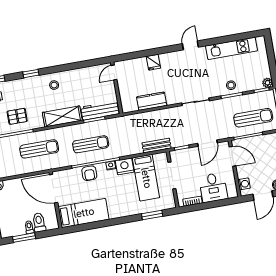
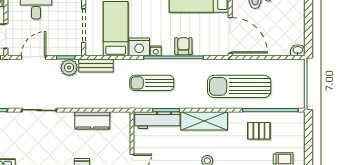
plant: (178, 140) -> (69, 68), added
sun lounger: (91, 144) -> (152, 83), moved
sun lounger: (39, 149) -> (239, 86), width x1.36, depth x1.34

